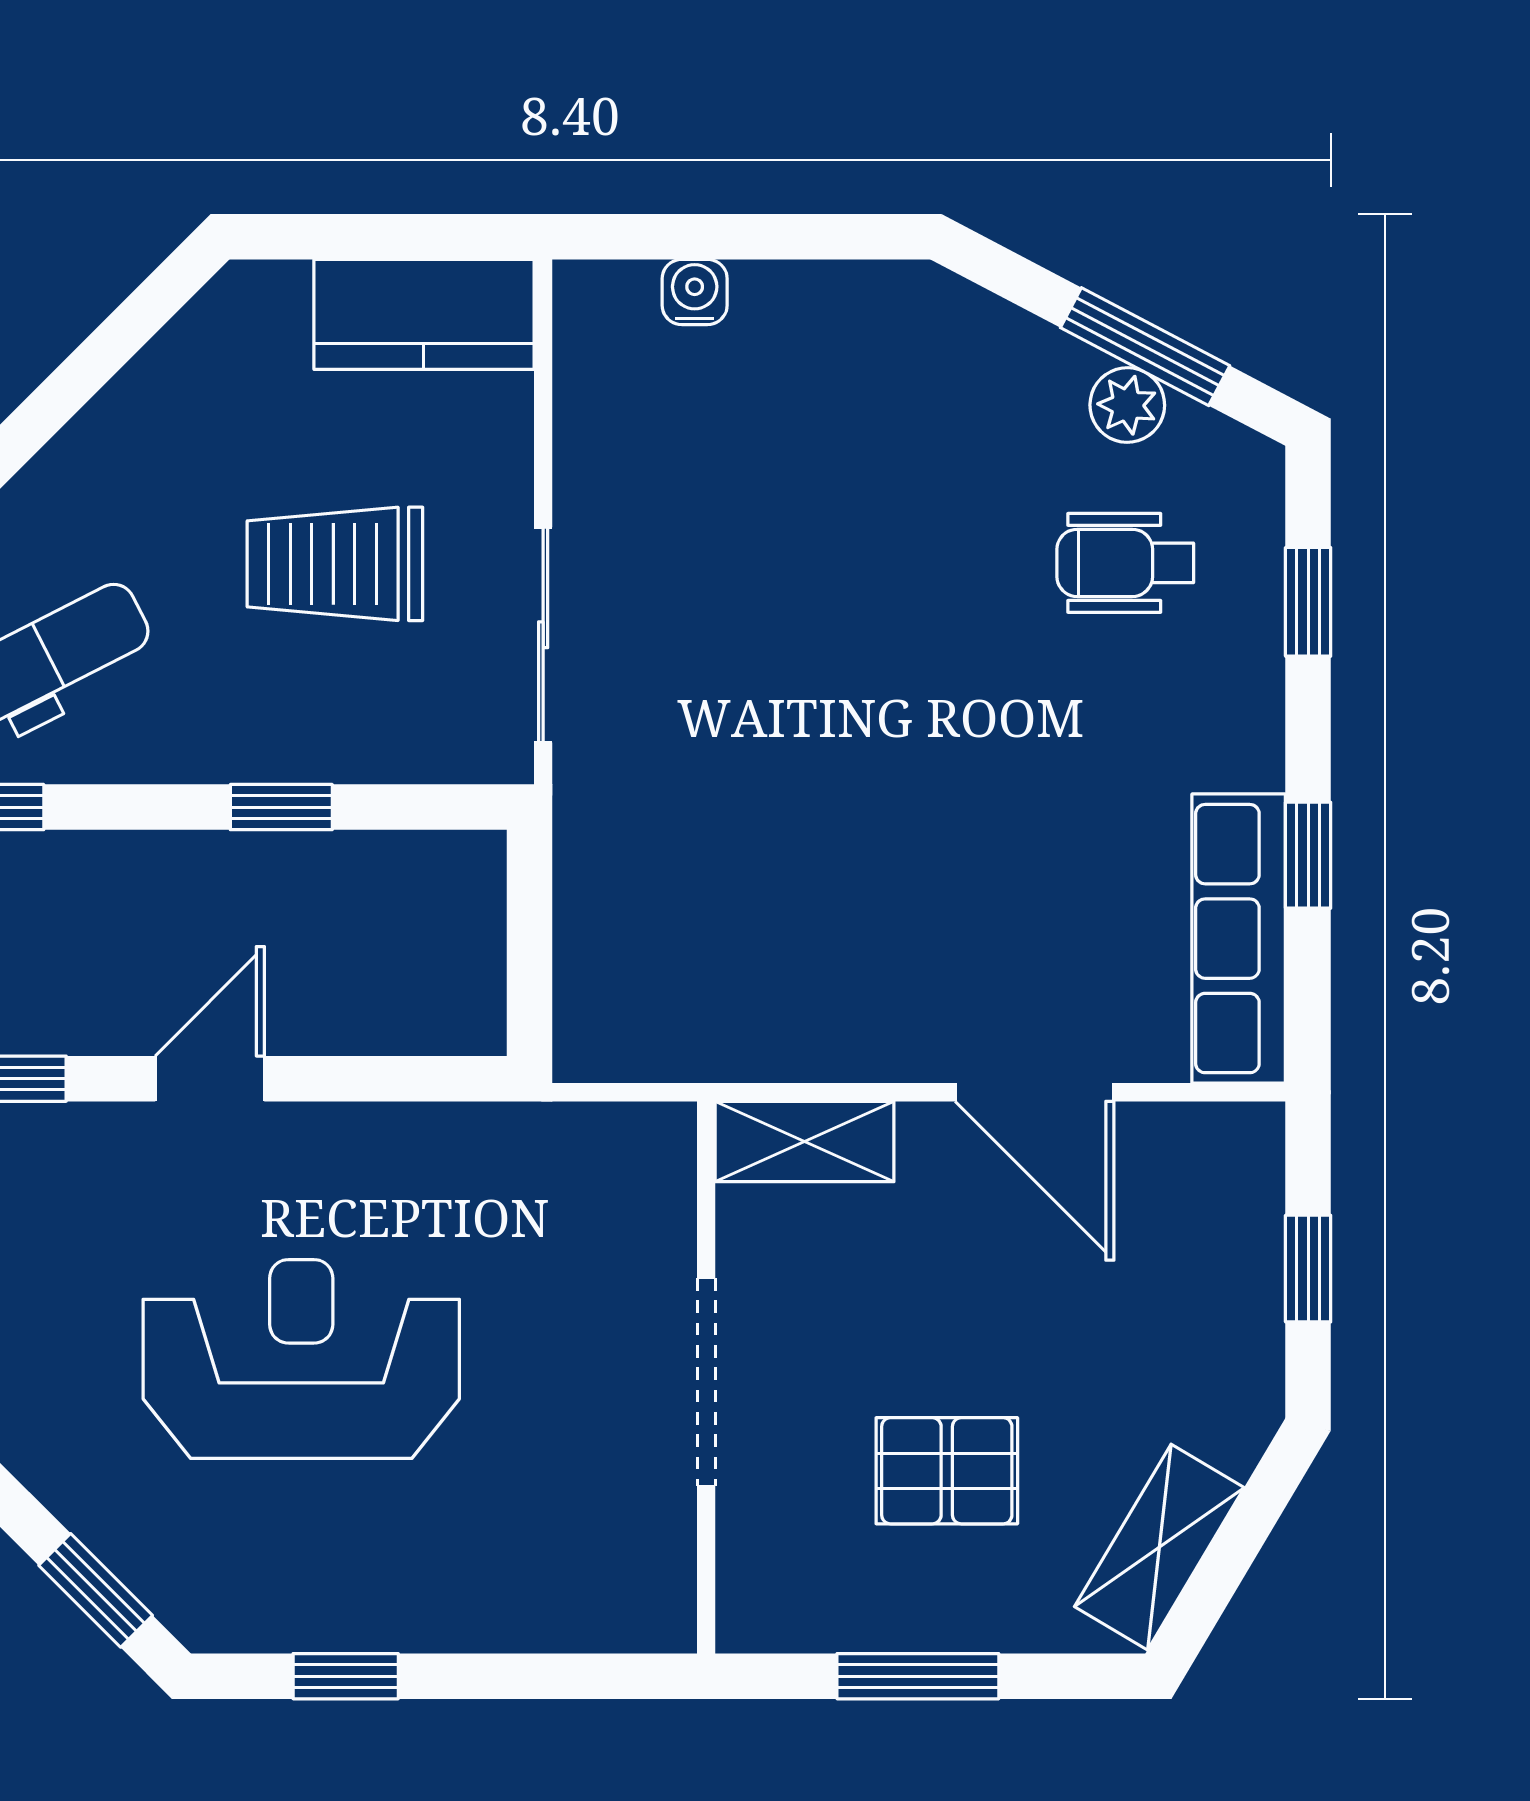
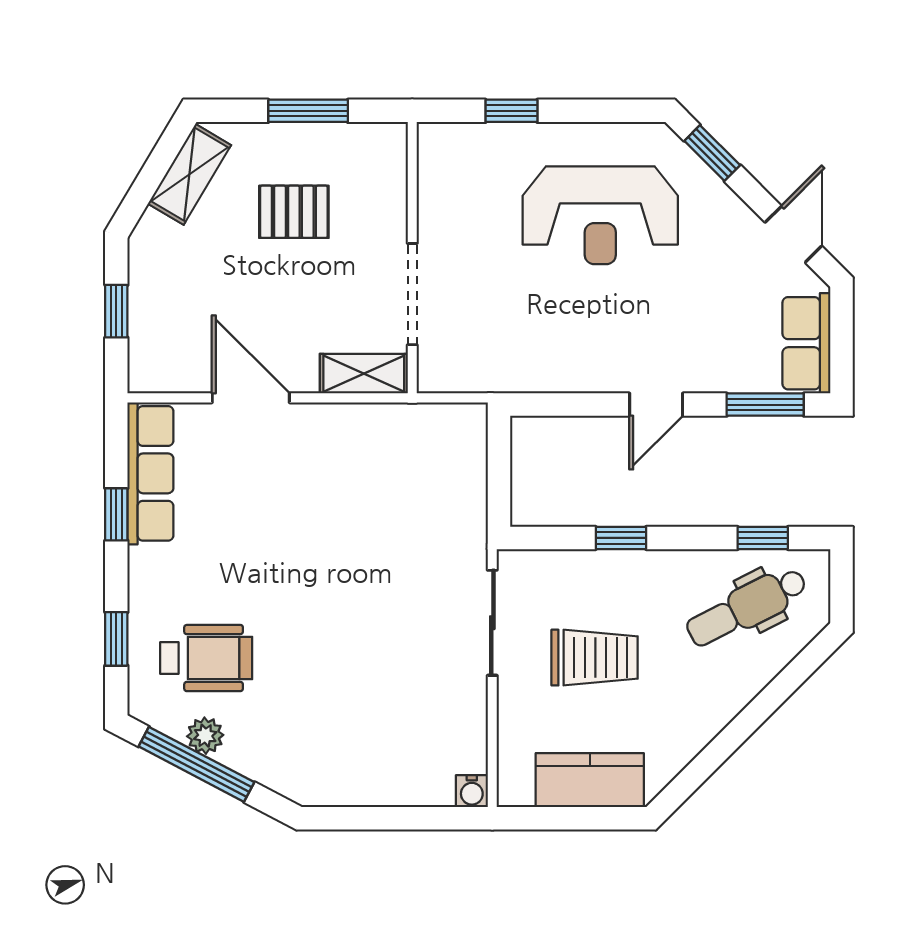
water cooler: (695, 292) -> (472, 791), moved
kitchen counter: (424, 314) -> (590, 780), moved
window: (1145, 347) -> (196, 764), width x1.44
wheelchair: (1125, 563) -> (206, 658), width x1.36, depth x1.37
reception desk: (301, 1359) -> (600, 215), moved
doorway: (706, 1382) -> (412, 294), moved
window: (346, 1676) -> (511, 111), moved

